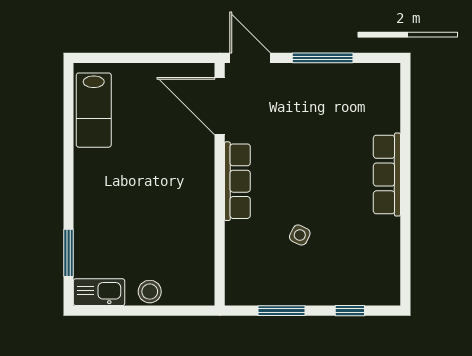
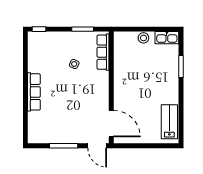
row of seats: (237, 181) -> (103, 52), moved
window: (68, 253) -> (181, 67), moved
window: (350, 311) -> (39, 29), moved

